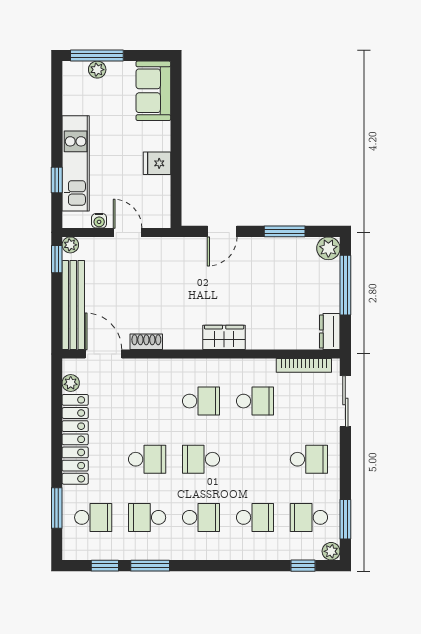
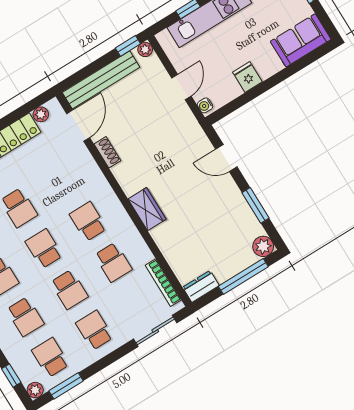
water cooler: (99, 221) -> (205, 105), moved
school desk: (201, 401) -> (88, 221), turned 180
school desk: (255, 459) -> (69, 289), added
school desk: (309, 459) -> (94, 330), turned 180

